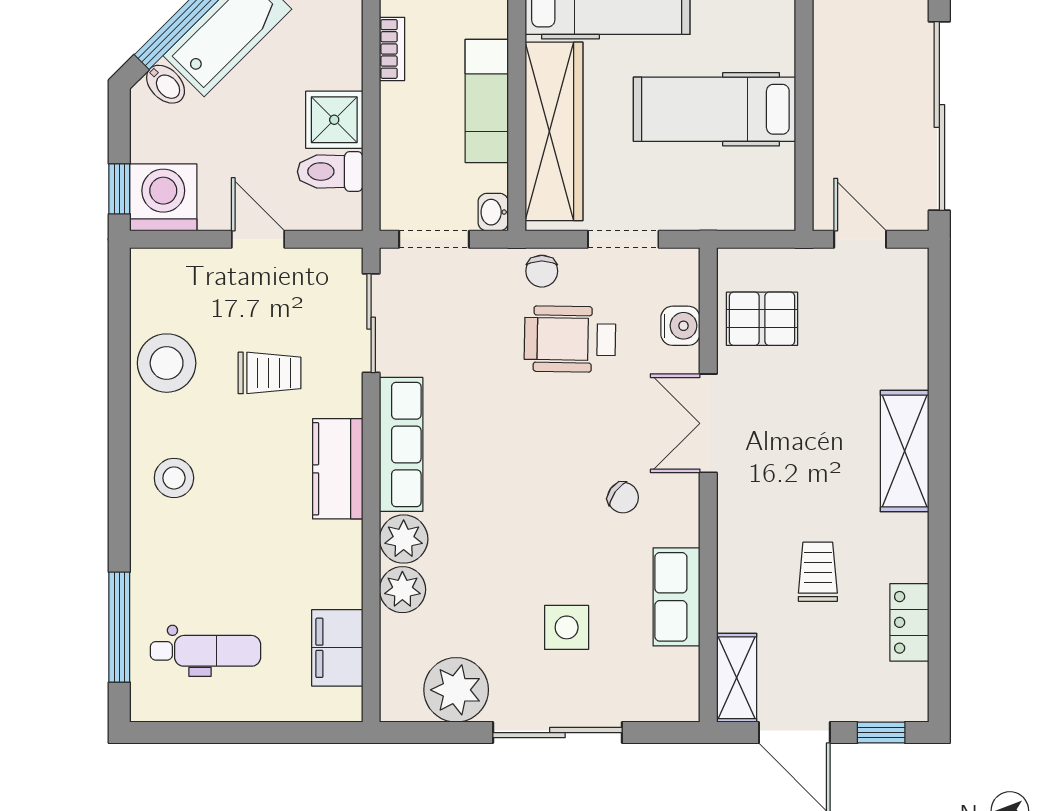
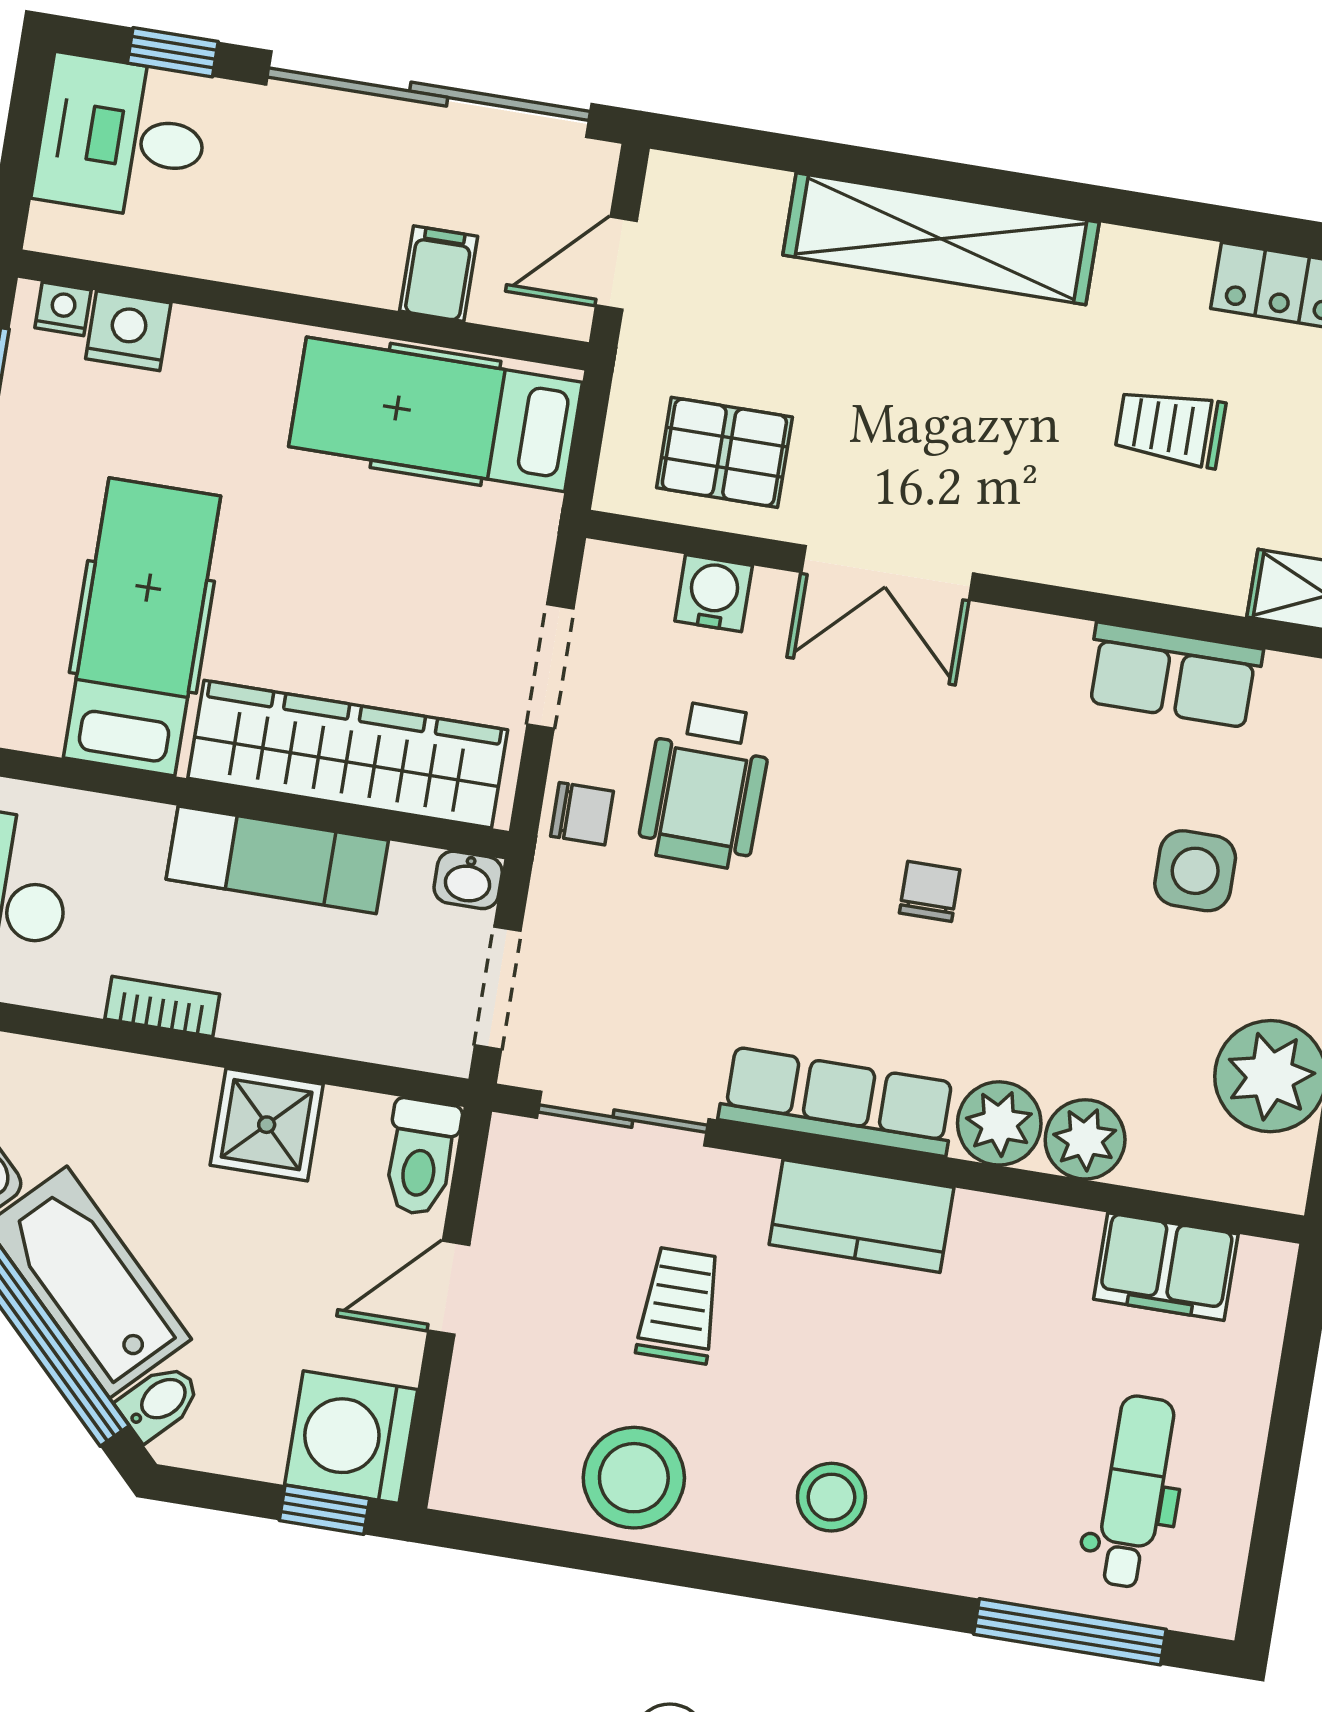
hospital bed: (715, 109) -> (436, 414), moved, turned 90
filing cabinet: (837, 138) -> (439, 274), added
toilet: (330, 172) -> (421, 1157), moved
pallet: (762, 319) -> (724, 452), turned 90
shelving: (905, 451) -> (941, 239), width x1.47
chair: (623, 498) -> (930, 891), moved, turned -36

